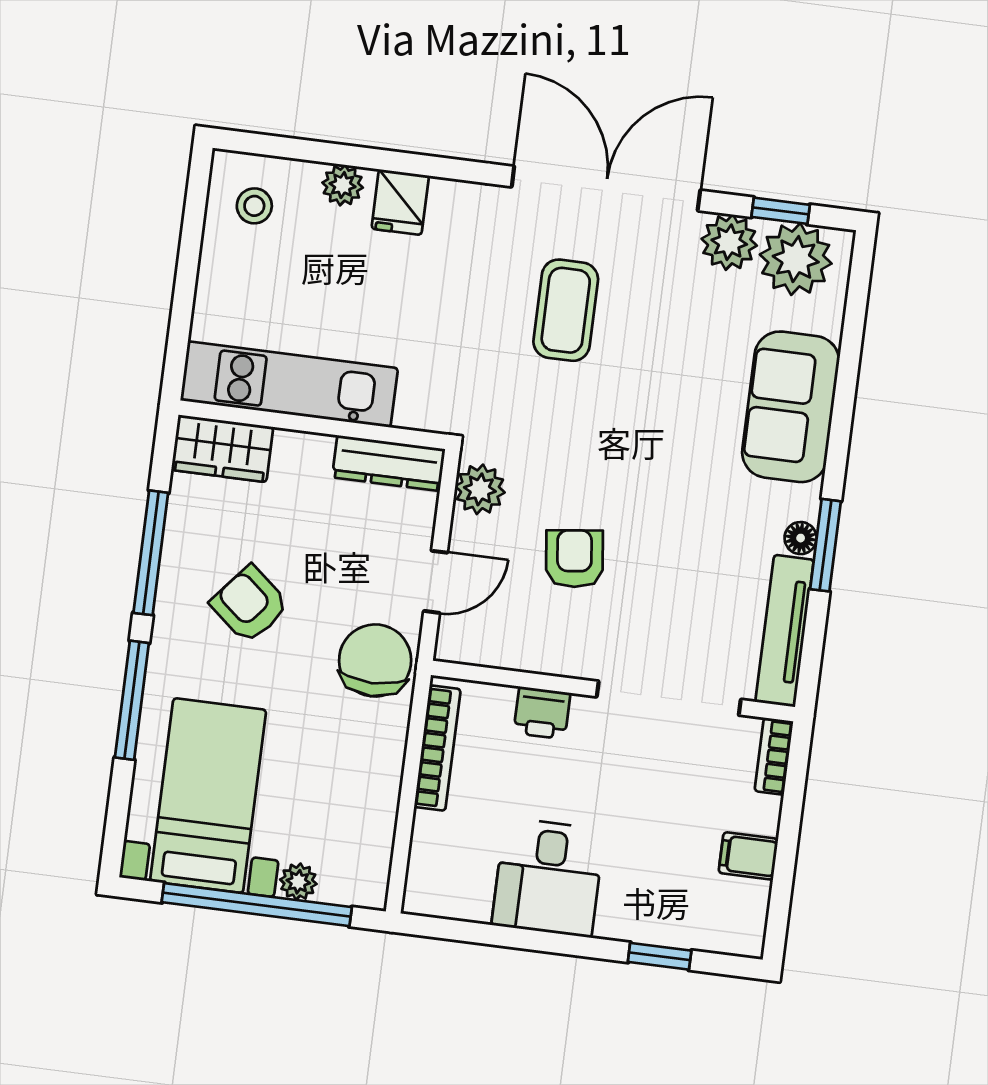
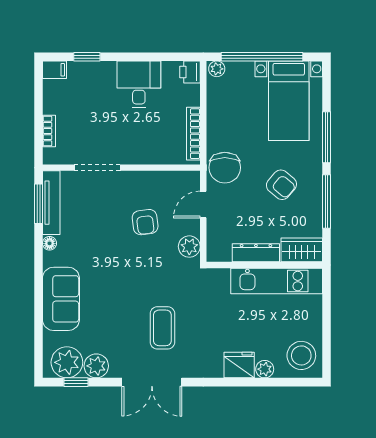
double door: (606, 188) -> (152, 382), width x0.73
fridge: (400, 202) -> (239, 365), width x1.38
stool: (254, 206) -> (301, 355), width x1.89, depth x1.89
dresser: (389, 463) -> (256, 253), moved
window: (826, 545) -> (38, 204), moved
doorway: (669, 698) -> (97, 168), width x0.73
printer: (542, 713) -> (190, 72), moved, turned -90
bookcase: (774, 756) -> (49, 131), moved
filing cabinet: (748, 856) -> (54, 70), moved
plant: (298, 882) -> (217, 69), moved

